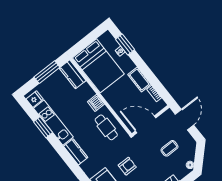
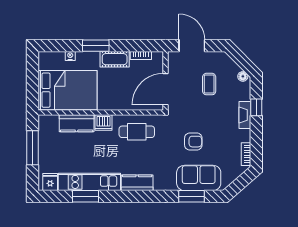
window: (125, 44) -> (96, 46), moved
kitchen counter: (73, 74) -> (77, 123), moved
armchair: (127, 166) -> (193, 142), turned 90

